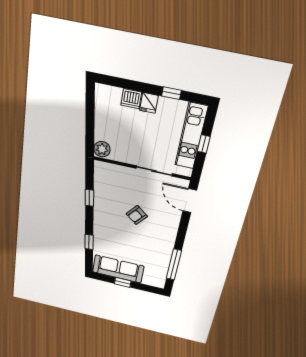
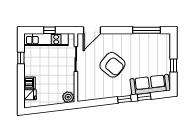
fridge: (149, 103) -> (30, 95), moved
window: (89, 198) -> (124, 99), moved
armchair: (137, 215) -> (112, 65), width x1.88, depth x1.88
sofa: (118, 269) -> (150, 85), moved, turned 83

